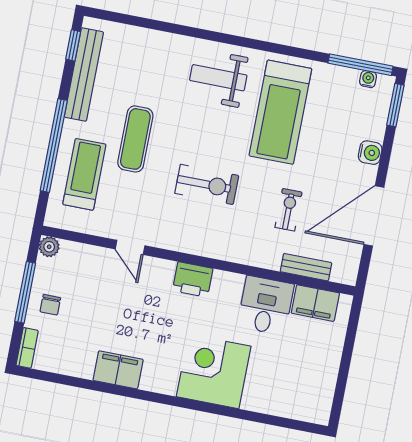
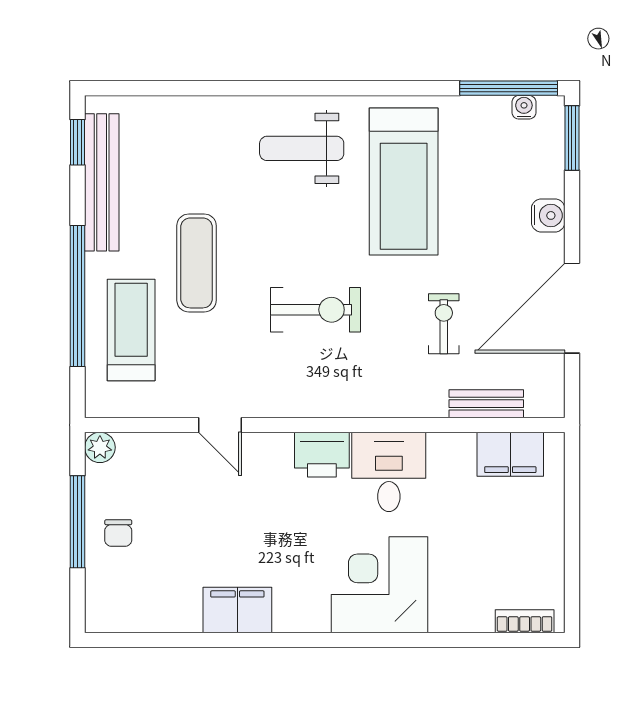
desk: (266, 305) -> (389, 472), moved
bookcase: (27, 348) -> (525, 621), moved, turned -90

